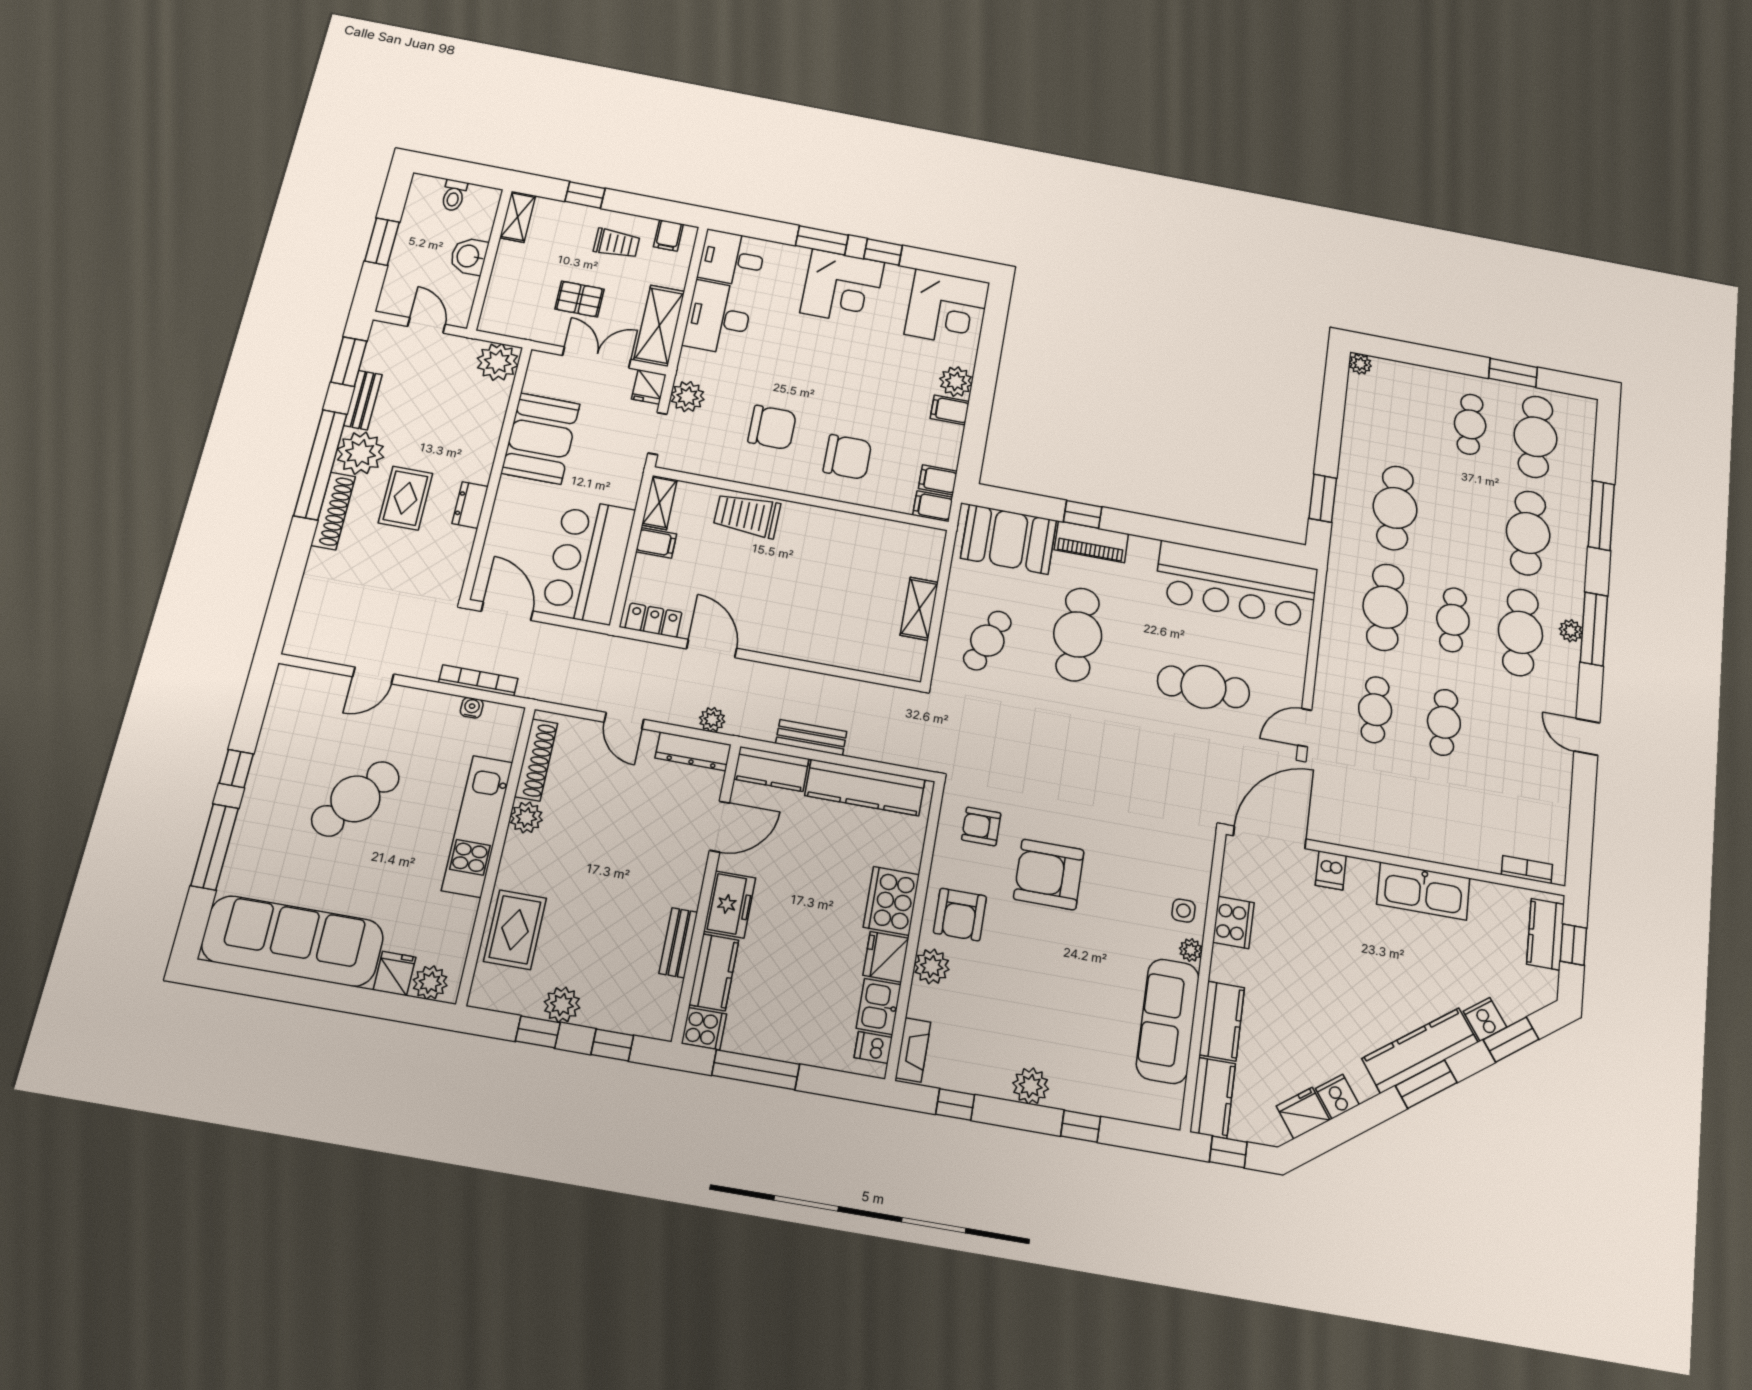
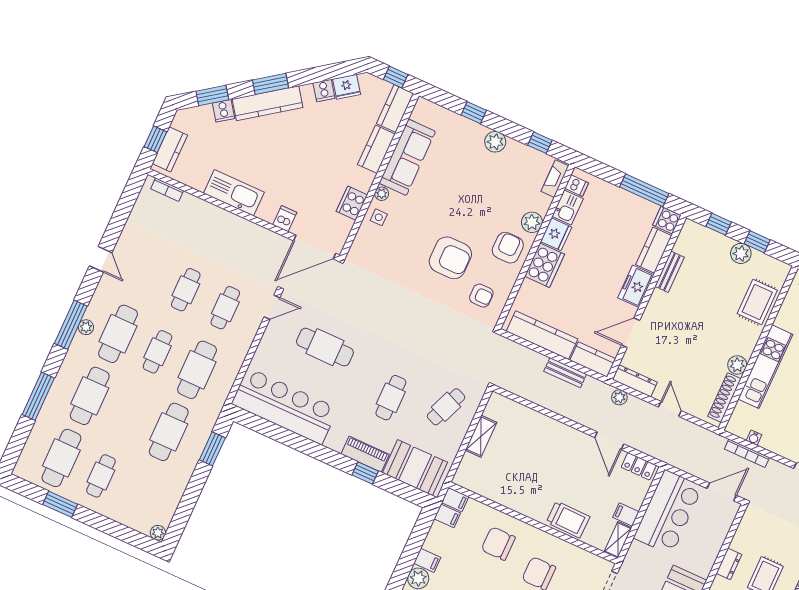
door: (507, 611) -> (722, 492), swing flipped
cafe table: (1078, 634) -> (391, 398), width x0.73, depth x0.74

